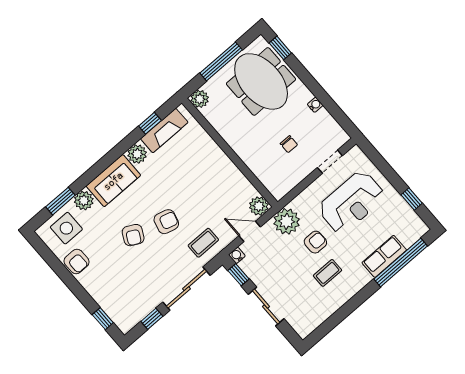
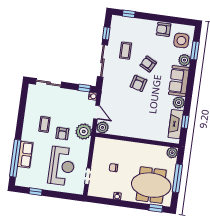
reception desk: (351, 202) -> (62, 166), turned 180
door: (250, 231) -> (97, 112), hinge flipped
coffee table: (203, 243) -> (126, 51), moved
sliding door: (266, 306) -> (49, 83), moved

